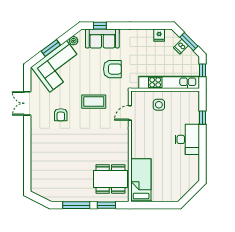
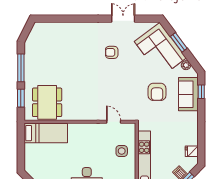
armchair: (112, 69) -> (157, 92), moved
coffee table: (94, 102) -> (125, 86), removed

